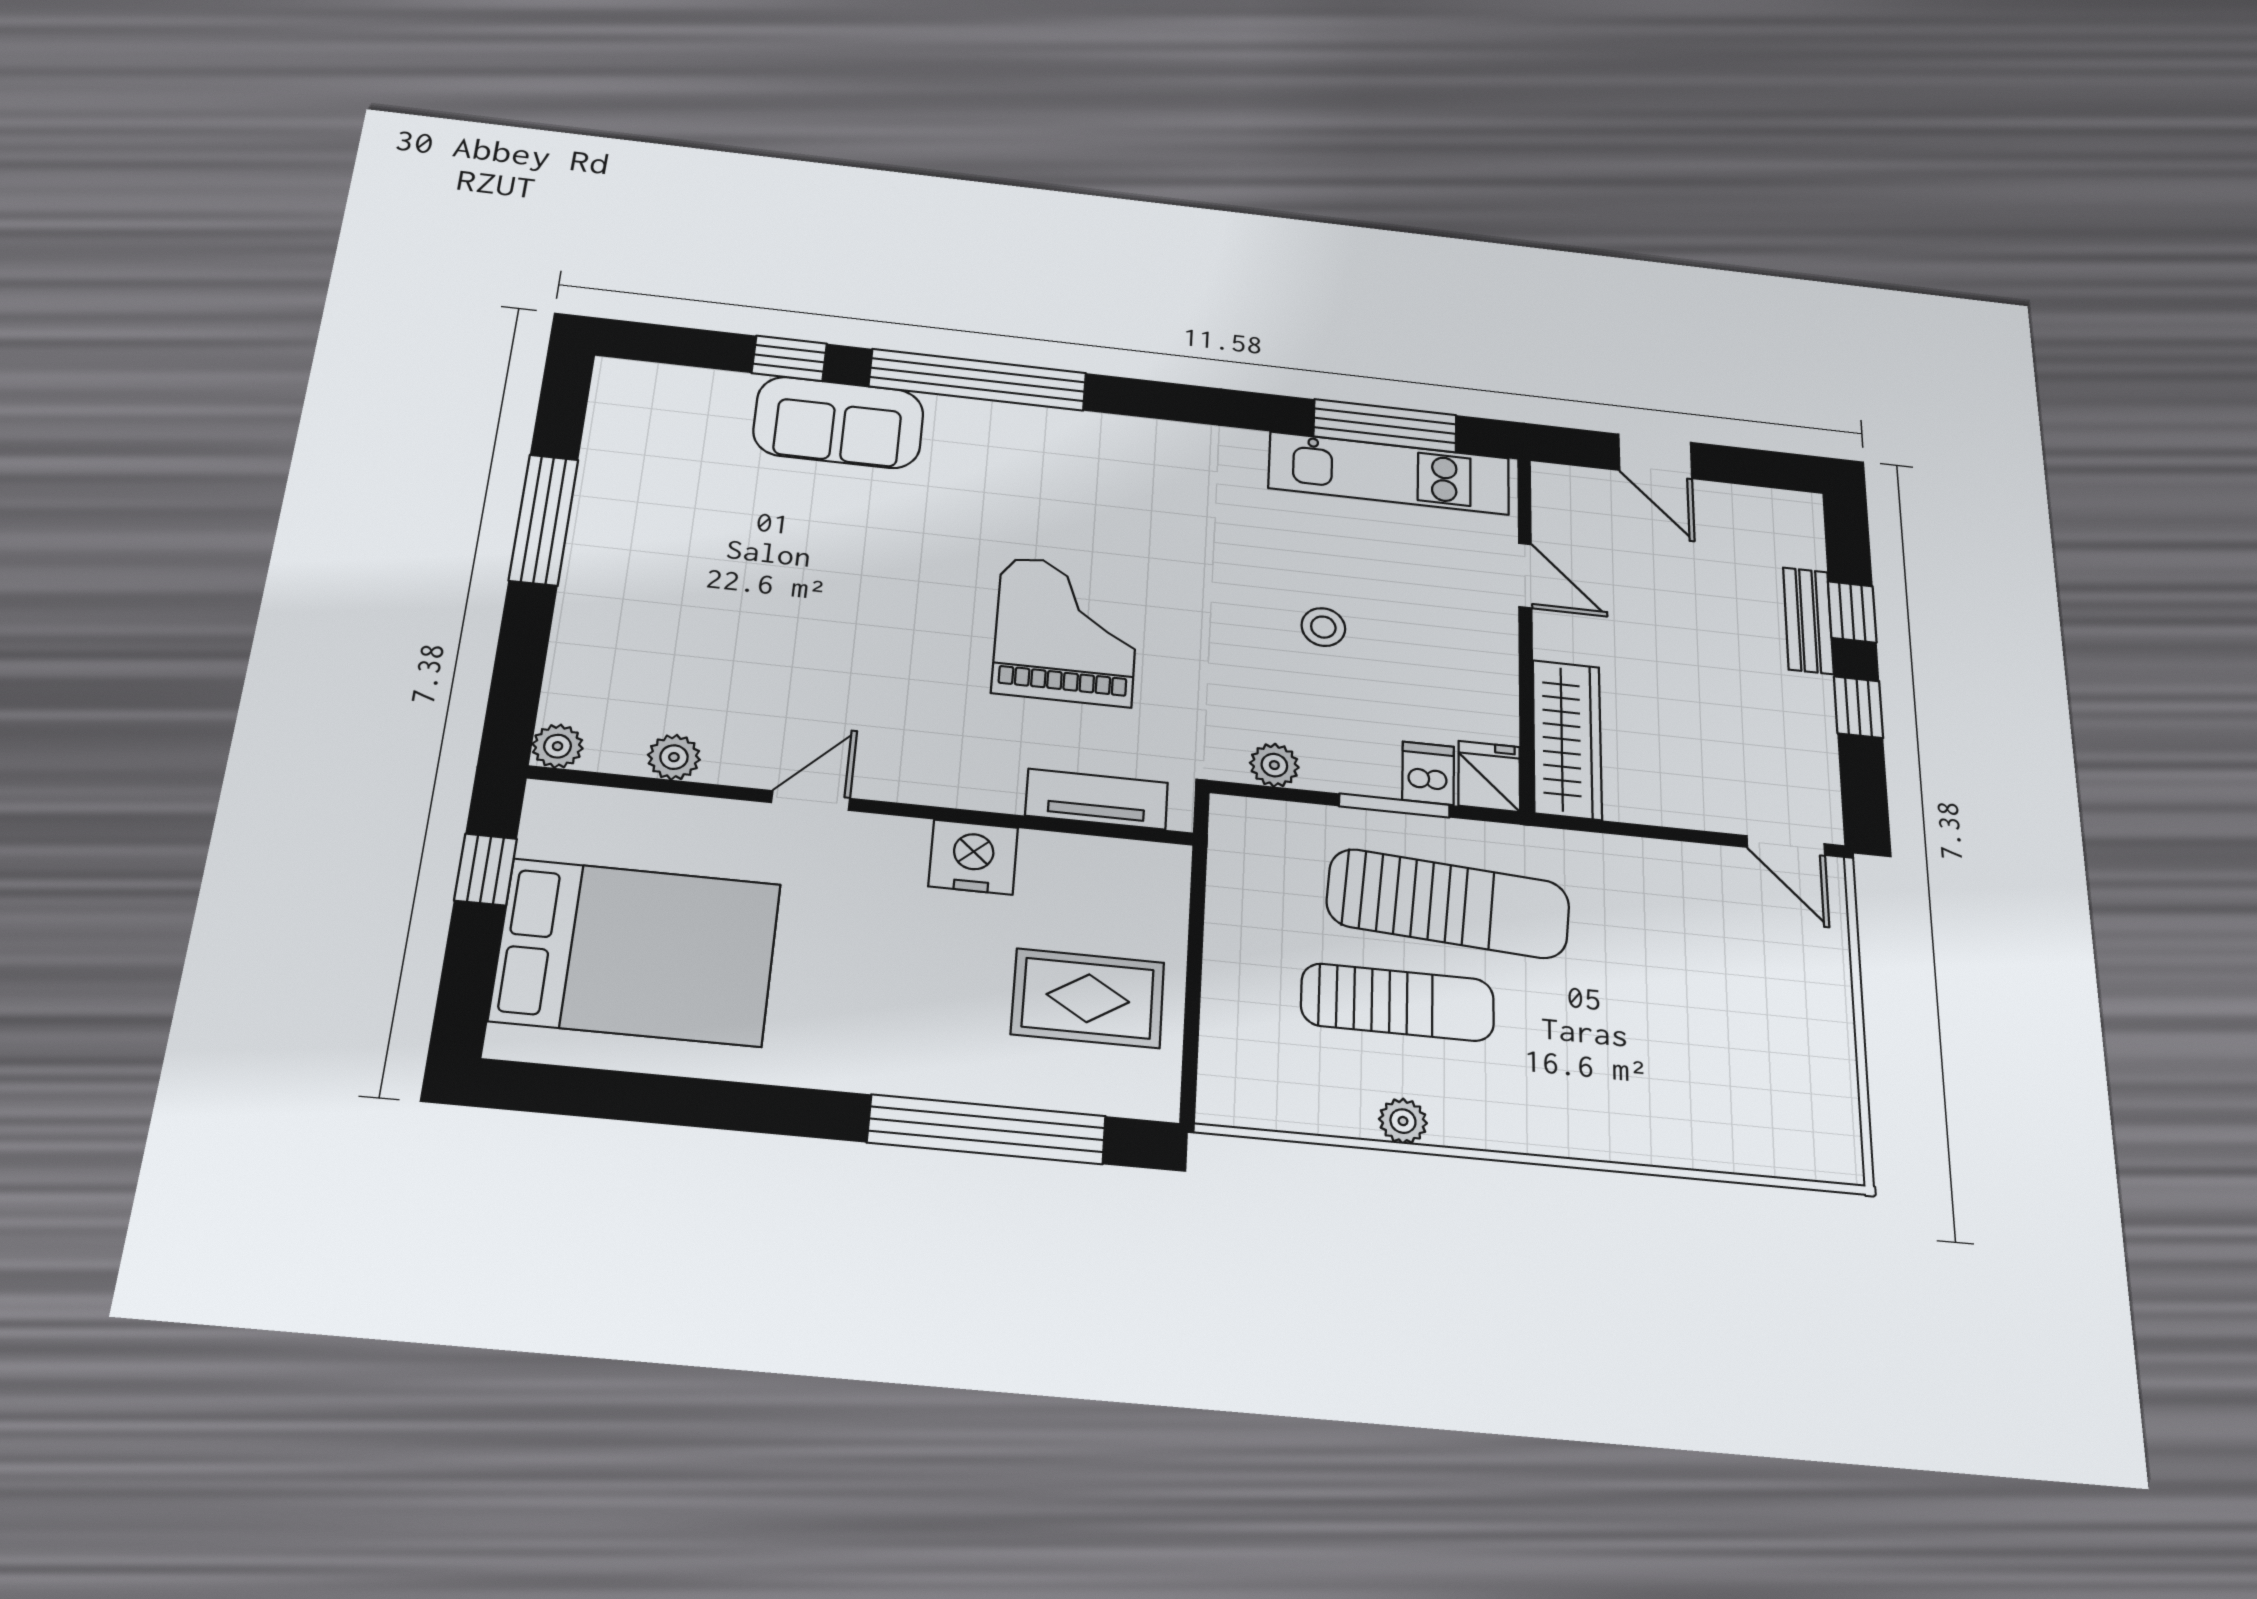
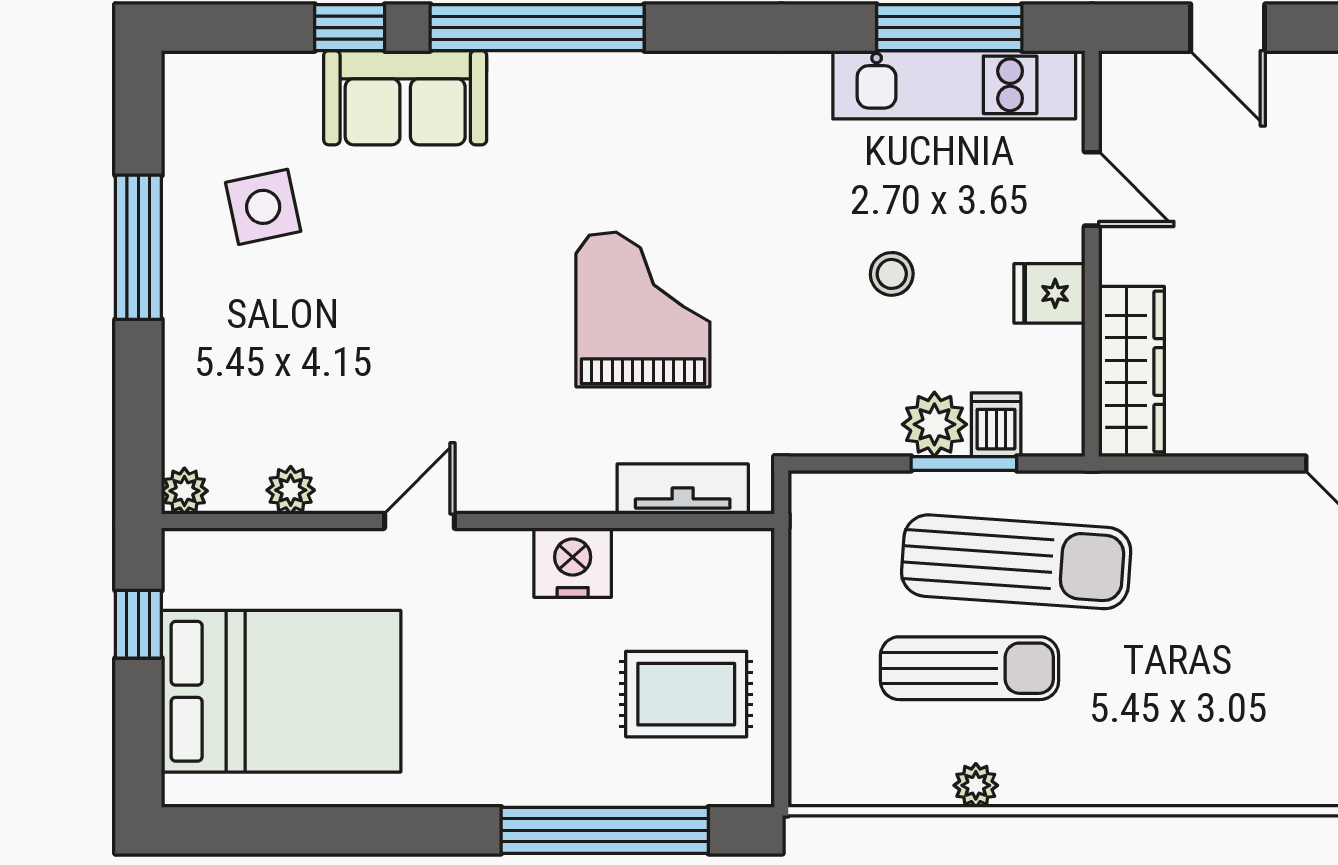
side table: (680, 499) -> (263, 207), added
plant: (1274, 765) -> (934, 424), moved, width x1.38, depth x1.38
fridge: (1489, 776) -> (1049, 293), moved, turned -90

